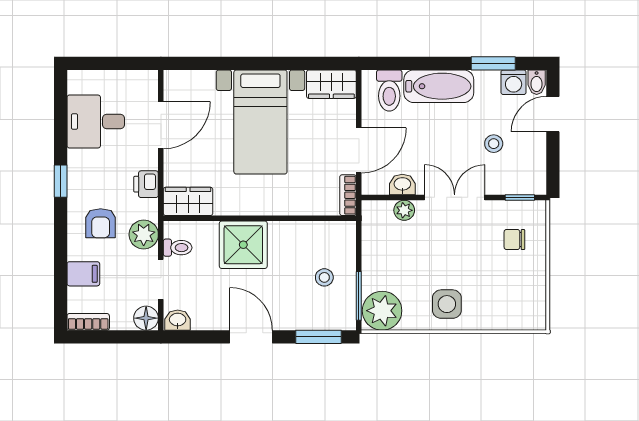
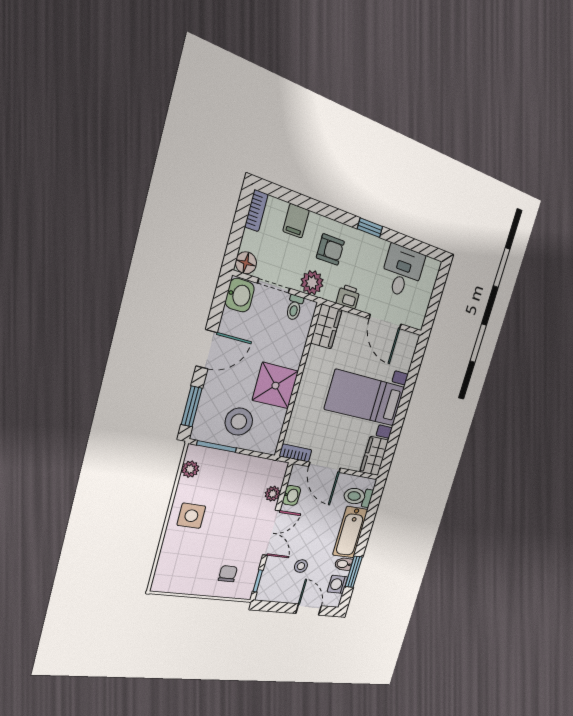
bidet: (537, 82) -> (343, 564), moved
armchair: (101, 223) -> (330, 250), turned 180
shower: (243, 245) -> (275, 386), moved
stool: (324, 277) -> (239, 422), width x1.89, depth x1.89
plant: (382, 311) -> (190, 469), width x0.53, depth x0.53
washbasin: (178, 320) -> (240, 295), width x1.38, depth x1.45

